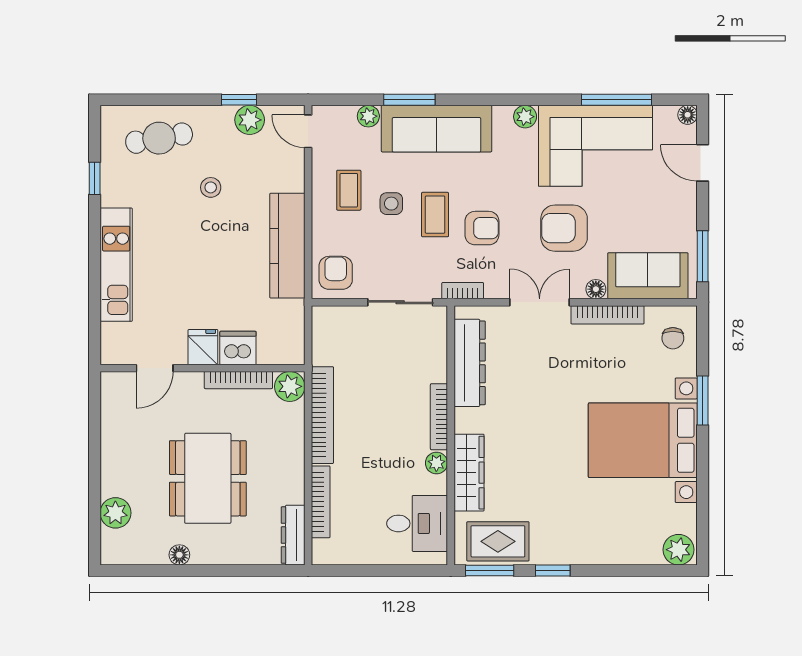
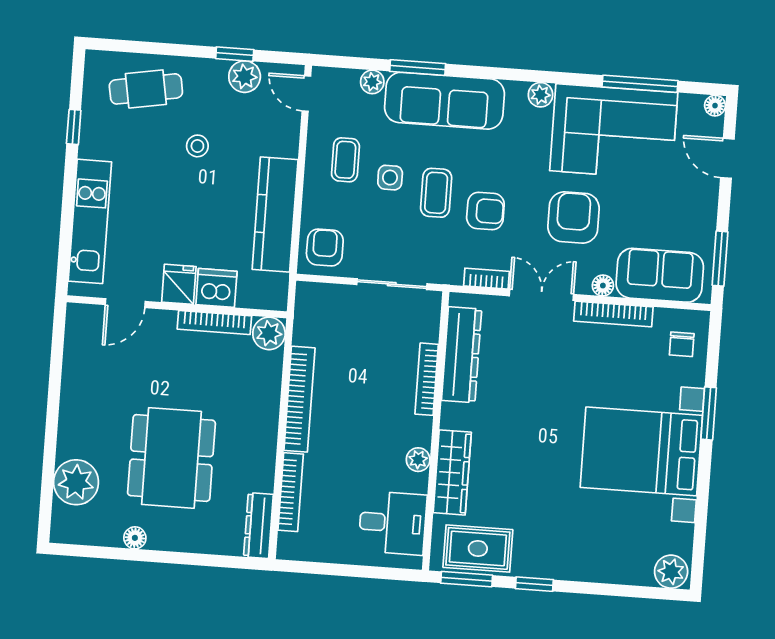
armchair: (564, 228) -> (574, 217), turned 90
bookcase: (463, 291) -> (486, 279), moved
fridge: (203, 347) -> (179, 284), moved
dishwasher: (238, 348) -> (216, 288), moved
door: (155, 368) -> (125, 303), moved
wall: (202, 368) -> (177, 307), moved
bookcase: (238, 380) -> (214, 323), moved
plant: (290, 386) -> (269, 333), moved
bookcase: (439, 417) -> (427, 379), moved
plant: (115, 513) -> (76, 482), width x1.36, depth x1.36

